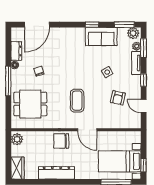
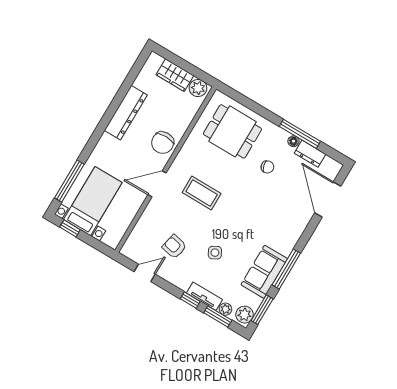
window: (92, 25) -> (286, 269), width x2.17
window: (144, 80) -> (190, 300), moved
window: (8, 81) -> (300, 134), moved
dining table: (30, 104) -> (232, 131), turned 90
chair: (61, 141) -> (163, 143), turned 180
wardrobe: (18, 168) -> (175, 75), moved

